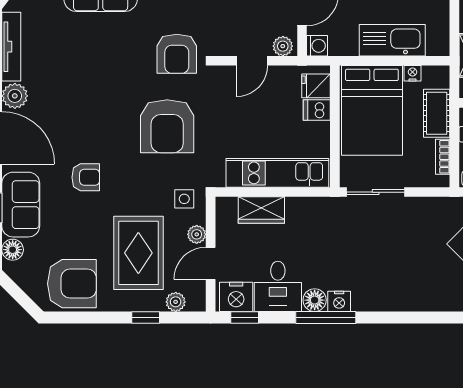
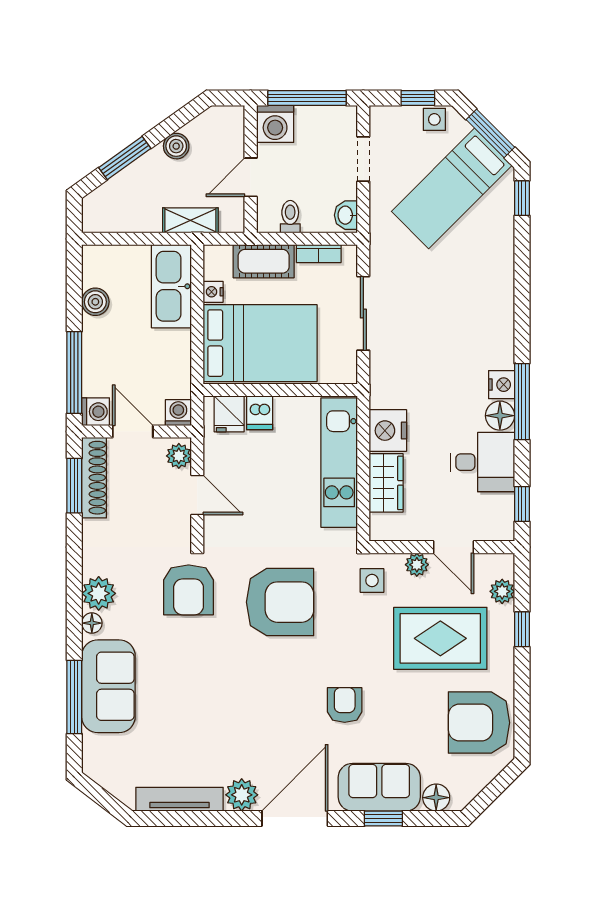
kitchen sink: (392, 40) -> (171, 286), moved
armchair: (177, 54) -> (189, 590), turned 90
sliding door: (376, 192) -> (363, 313), moved
armchair: (72, 284) -> (479, 723), turned -90
nightstand: (236, 297) -> (388, 431), moved, turned 180

